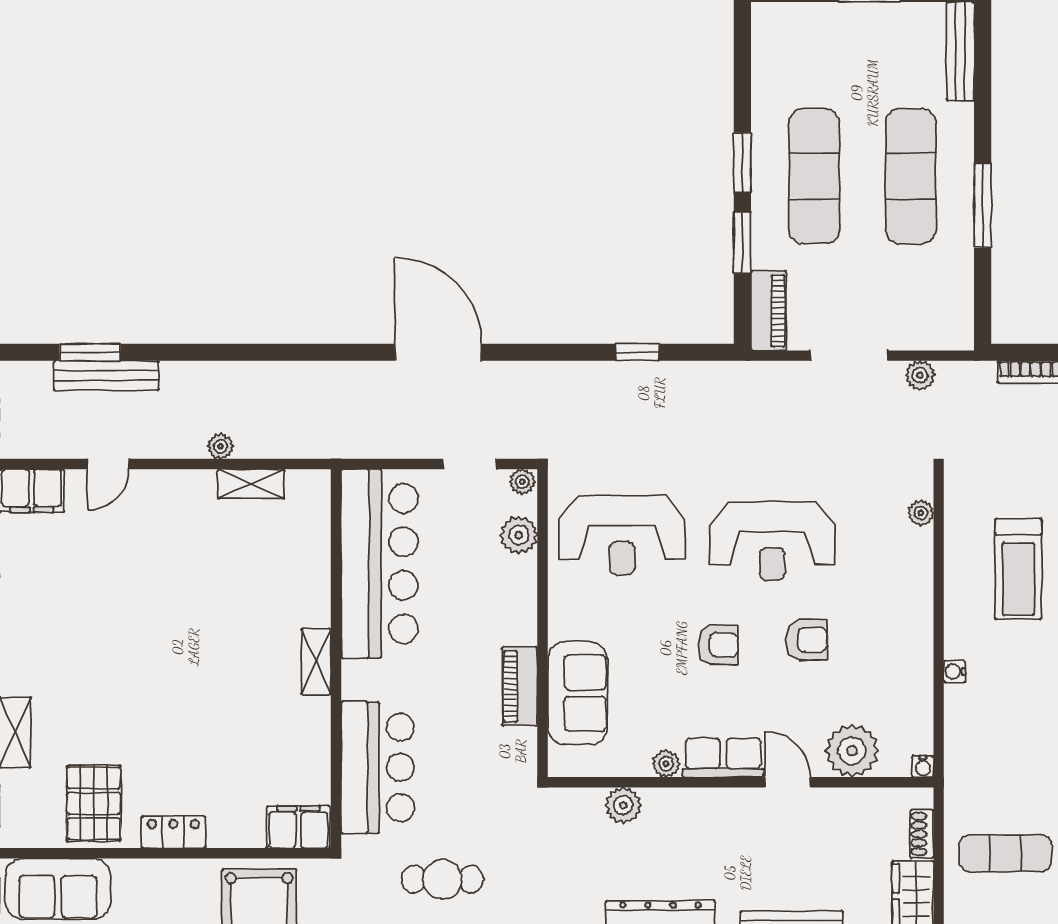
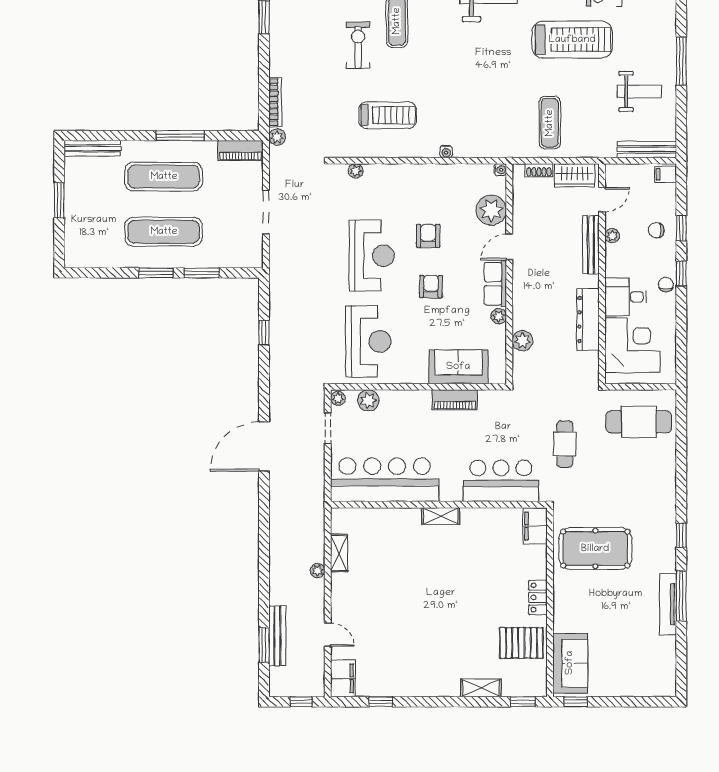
piano: (769, 311) -> (240, 151), moved, turned 180
plant: (920, 375) -> (277, 137), moved

